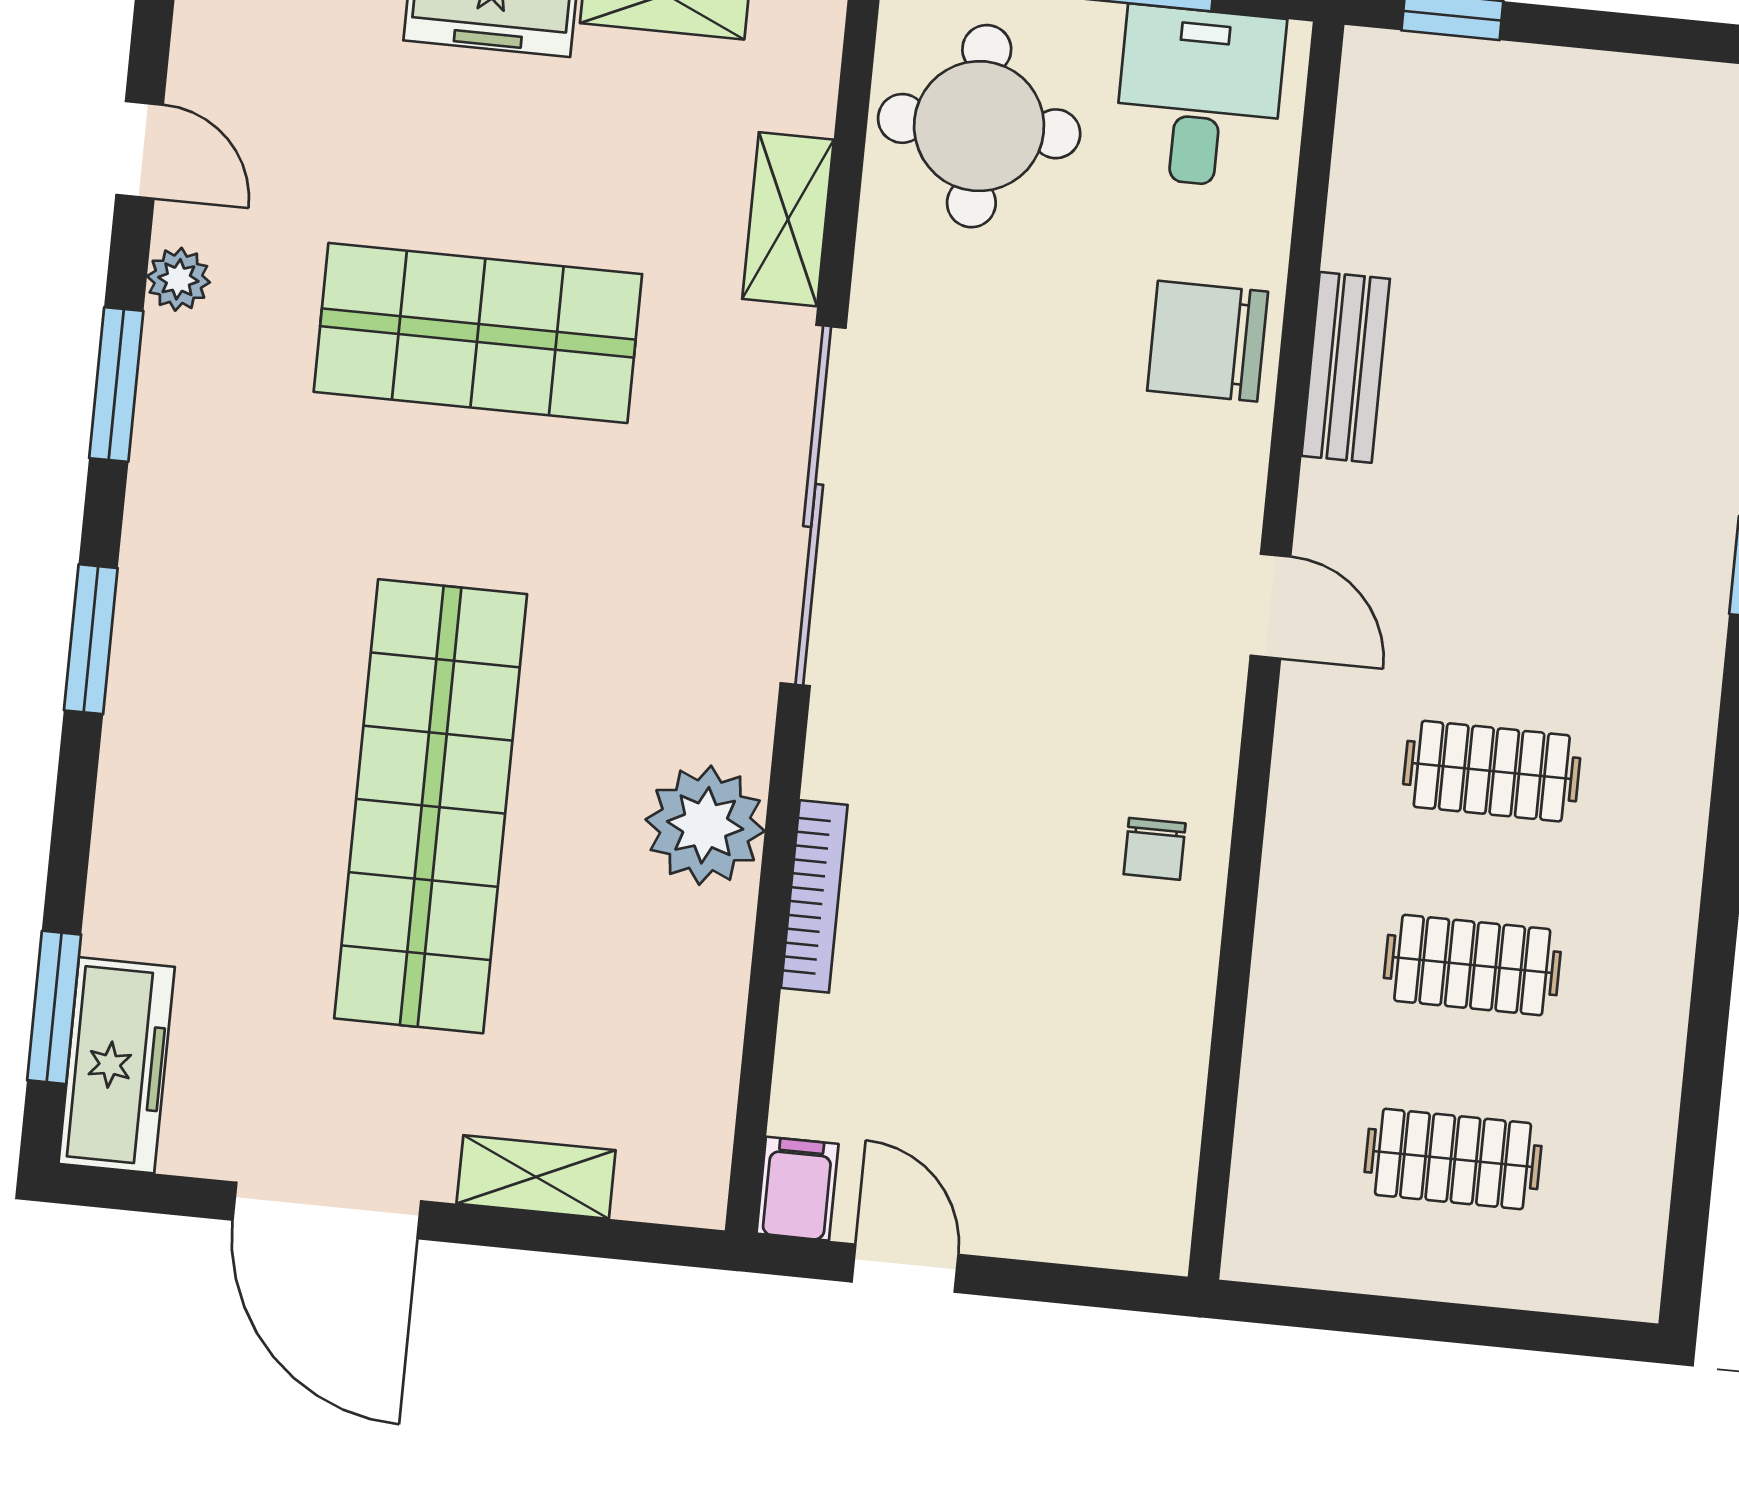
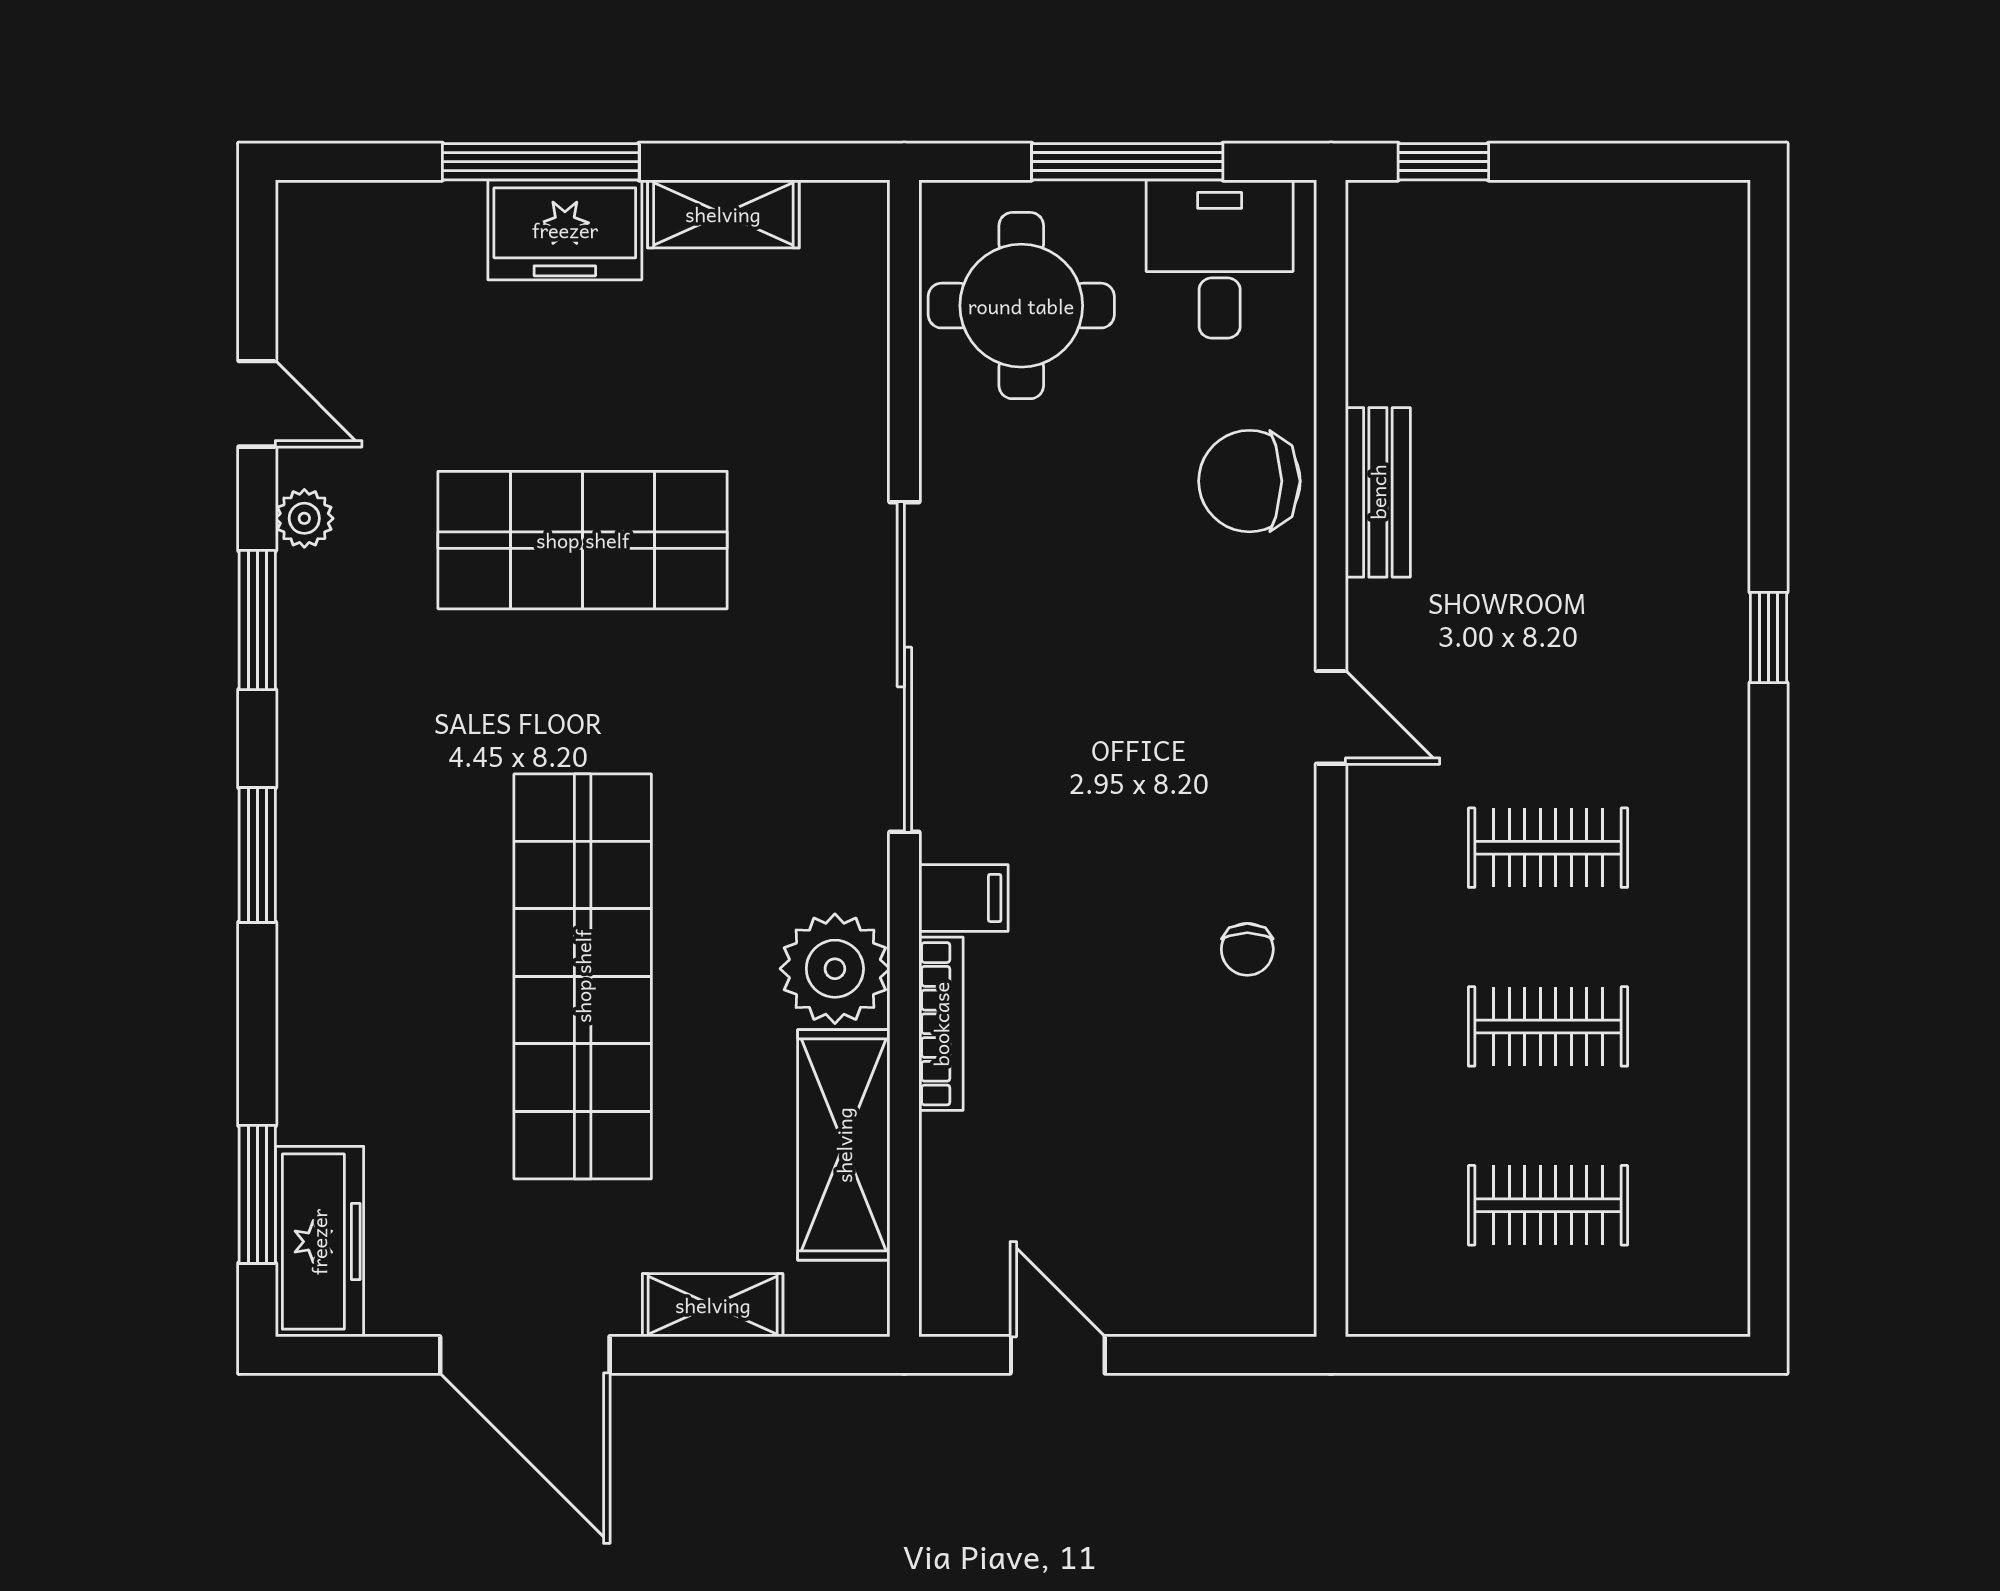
shelving: (788, 219) -> (844, 1145), moved, width x1.50, depth x1.33
filing cabinet: (797, 1189) -> (963, 898), moved, turned 90

